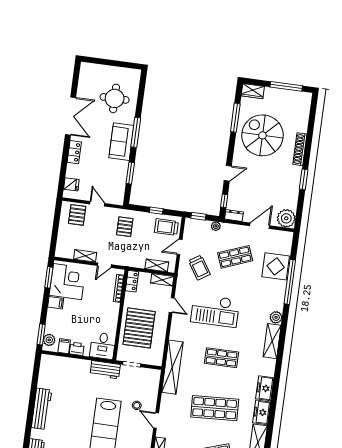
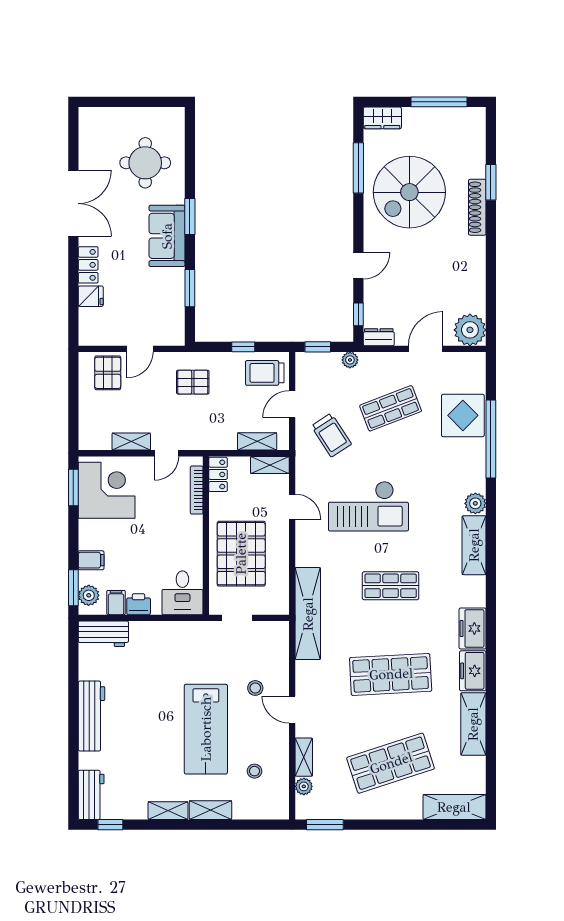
window: (136, 132) -> (190, 216), width x0.69
spiral stairs: (262, 135) -> (409, 192), turned -90
window: (304, 179) -> (491, 182), moved
fridge: (71, 184) -> (91, 296), moved
door: (97, 204) -> (140, 349), swing flipped
pallet: (125, 227) -> (193, 382), turned 90
filing cabinet: (56, 303) -> (91, 560), moved
workbench: (105, 370) -> (103, 634), moved

